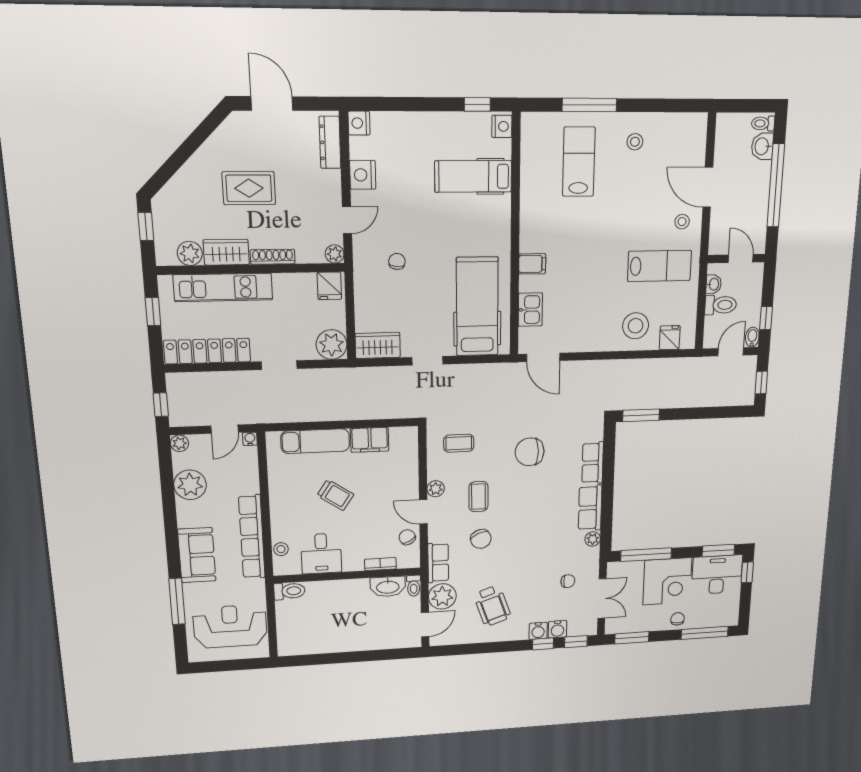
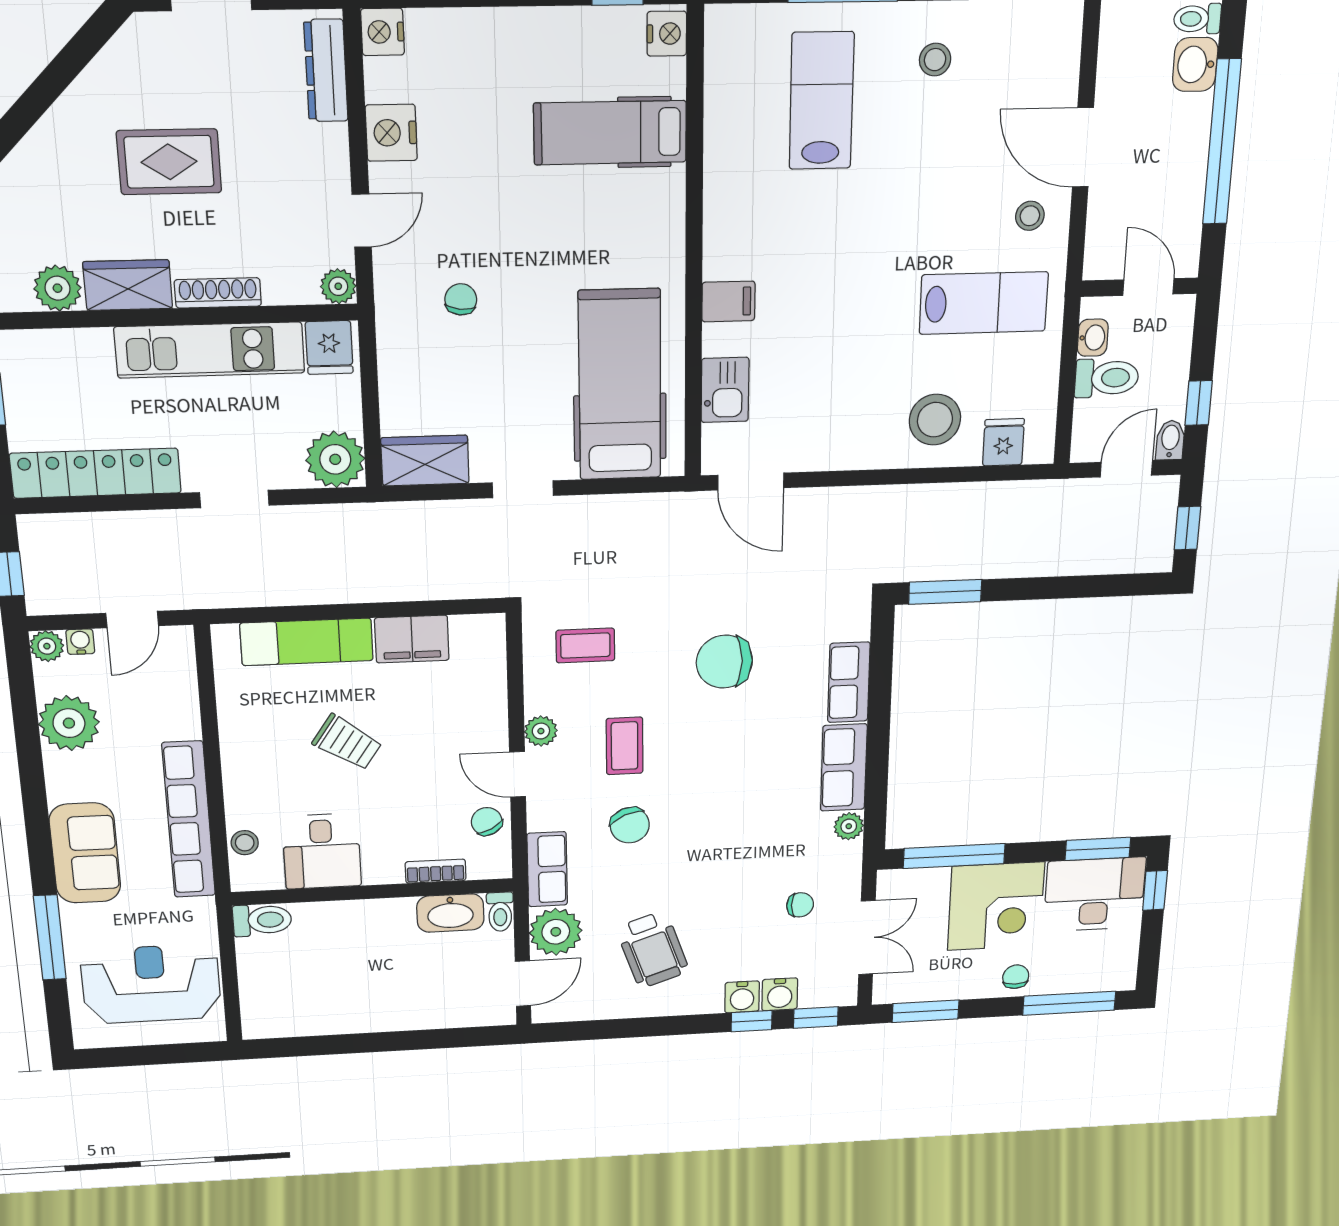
kitchen unit: (223, 287) -> (210, 350), moved
water cooler: (250, 439) -> (80, 642), moved

